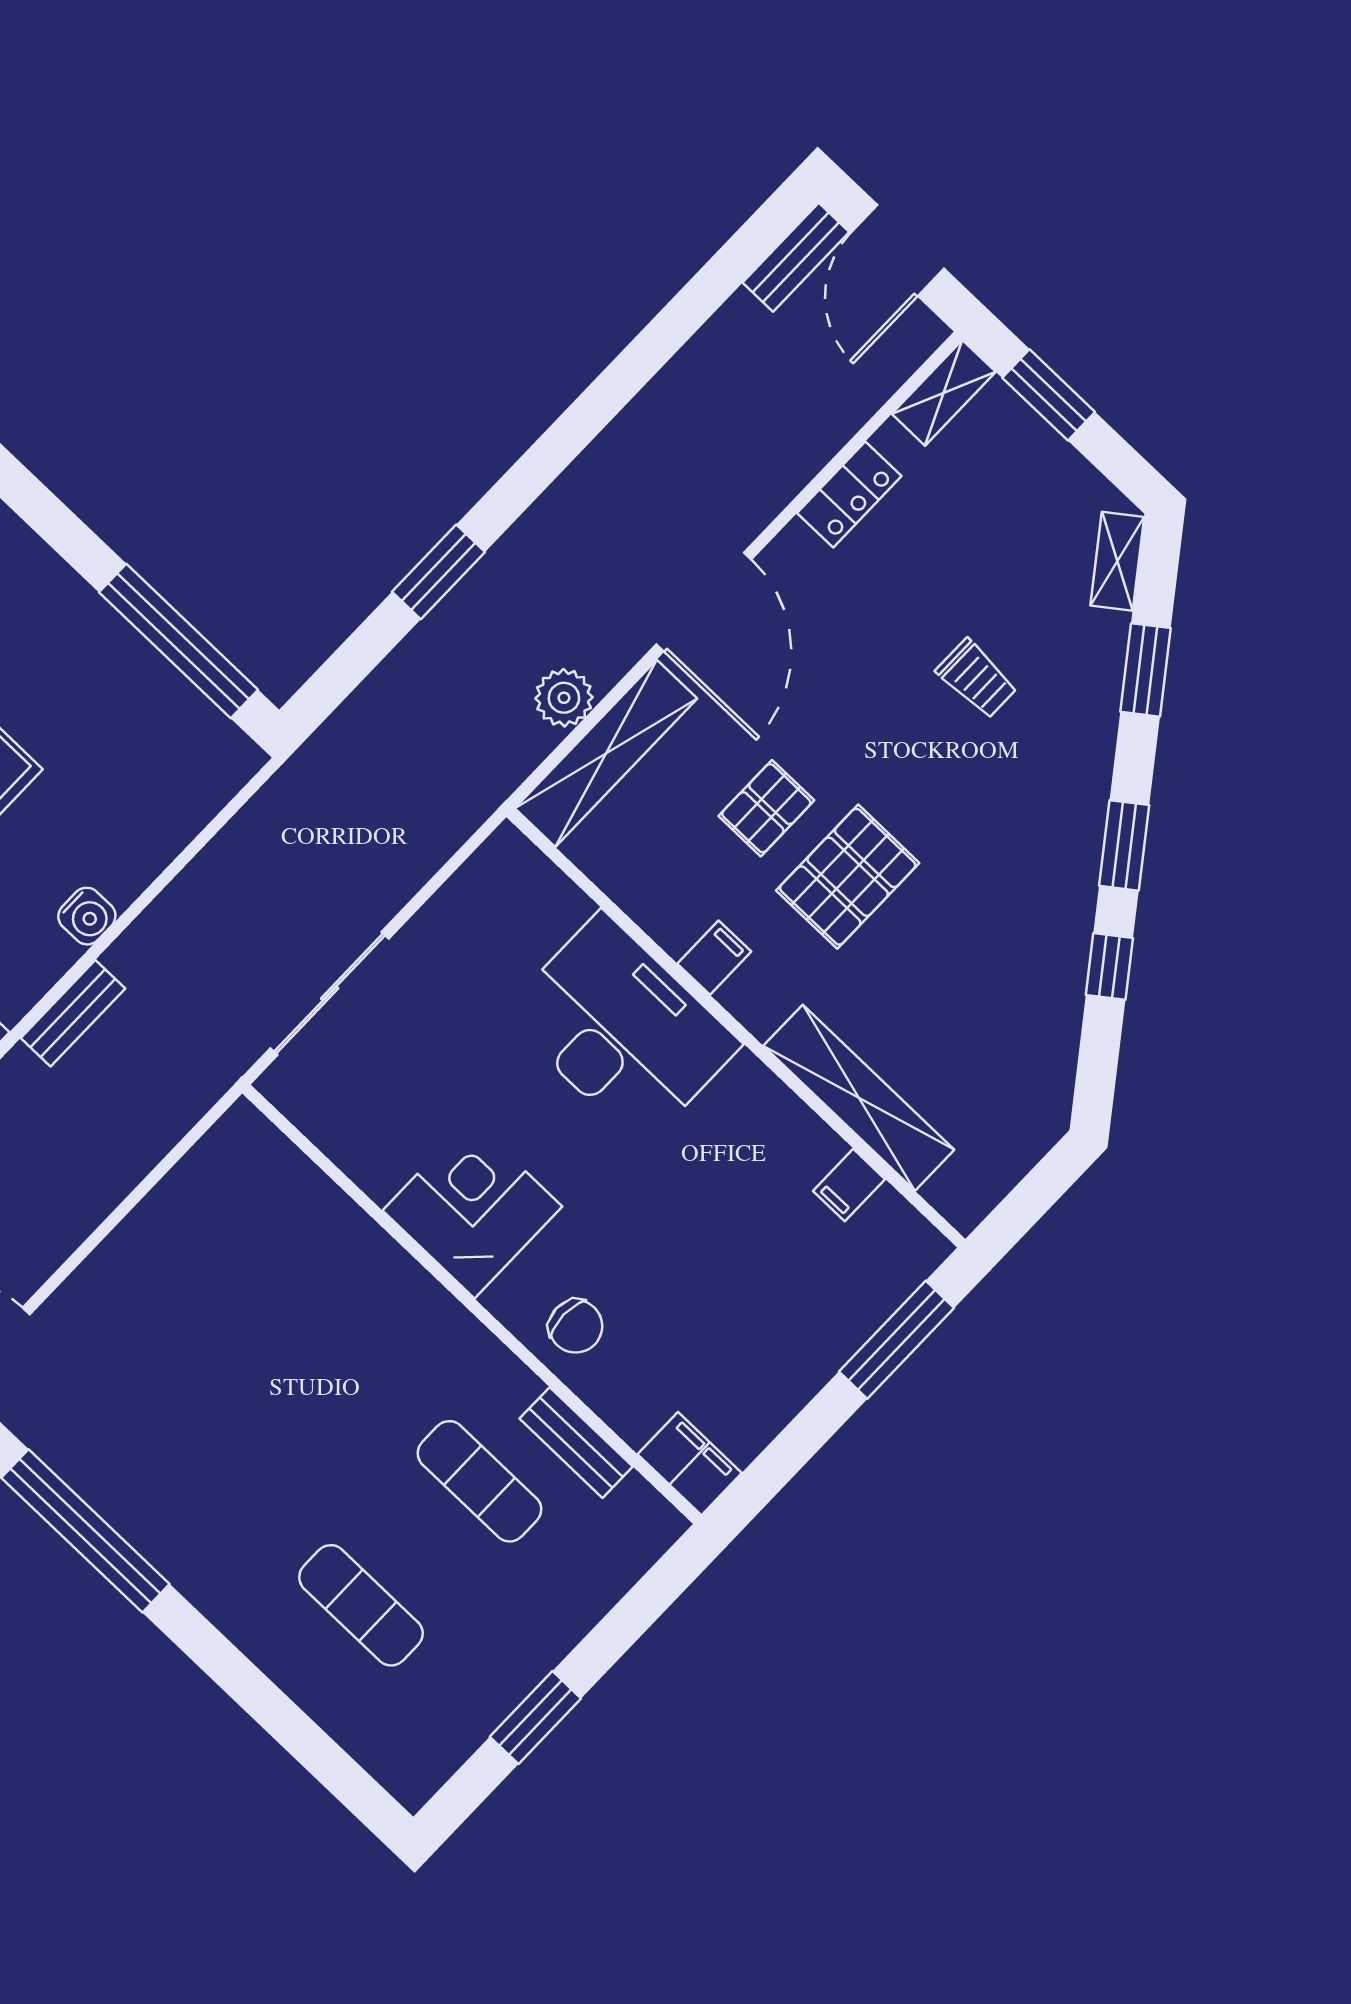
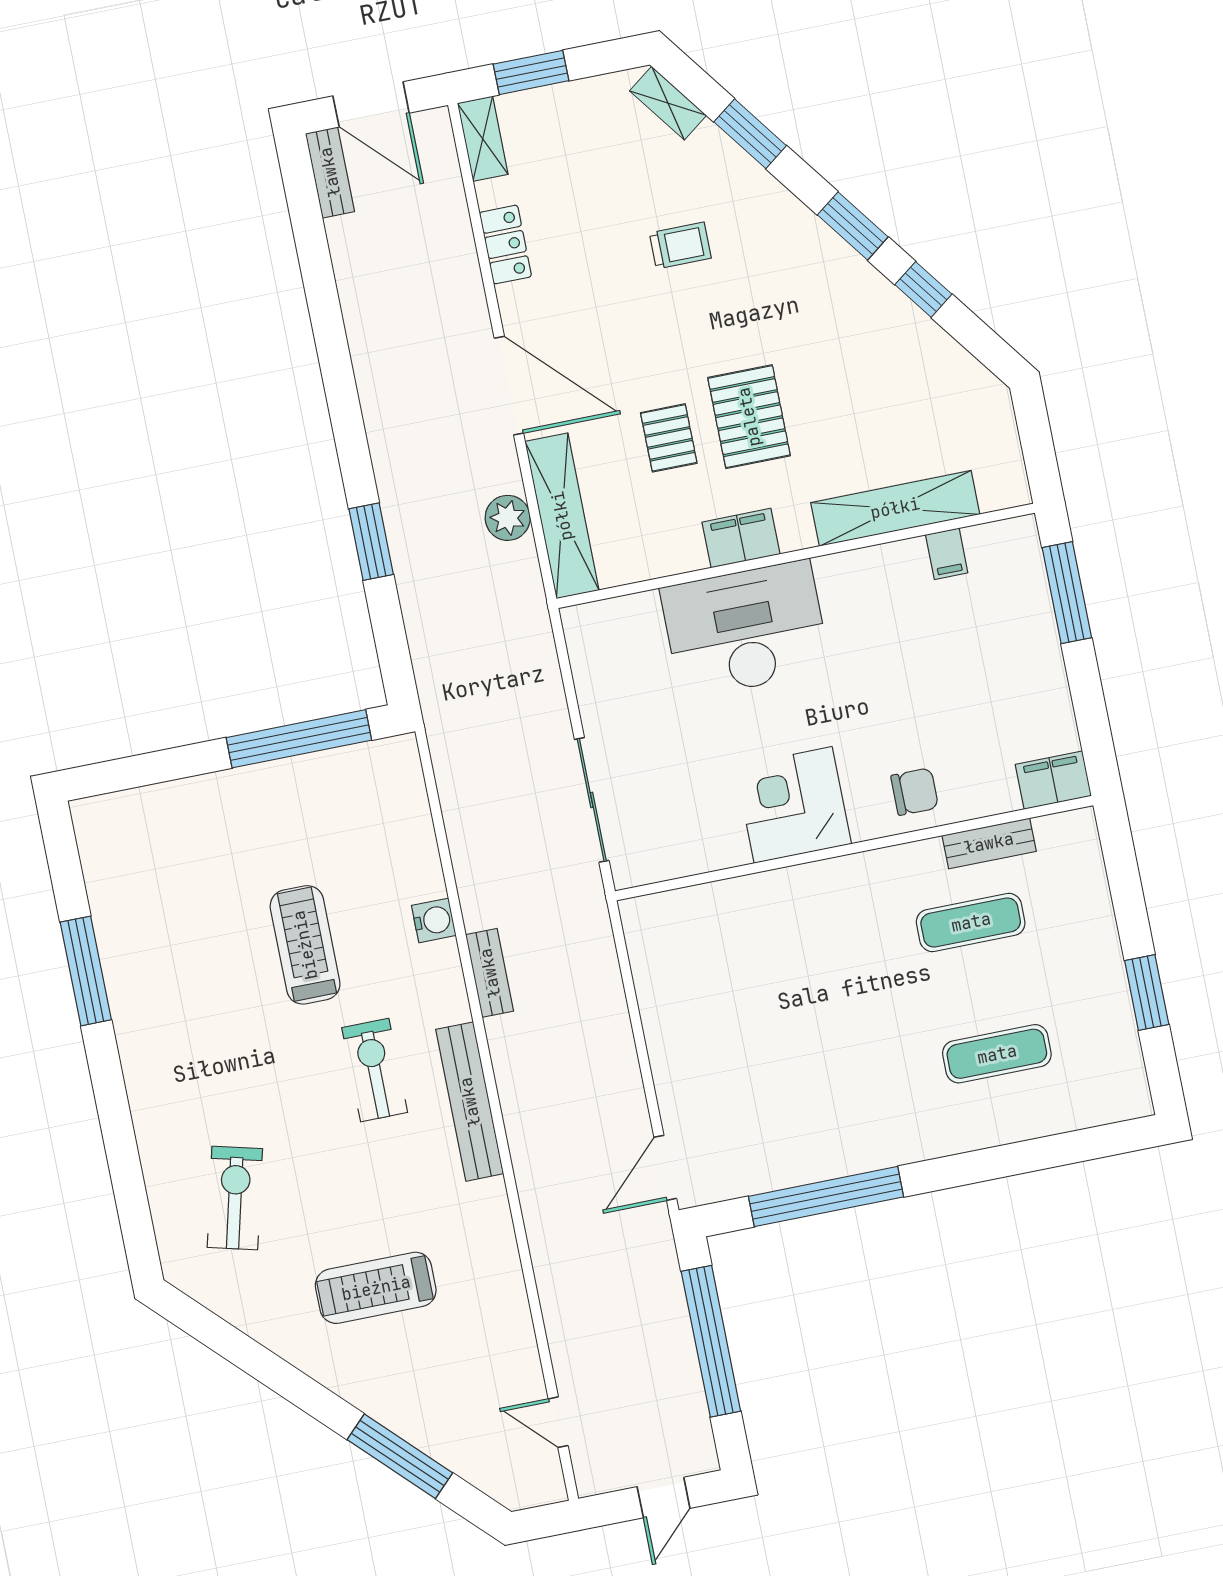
filing cabinet: (714, 958) -> (741, 538), width x2.00

